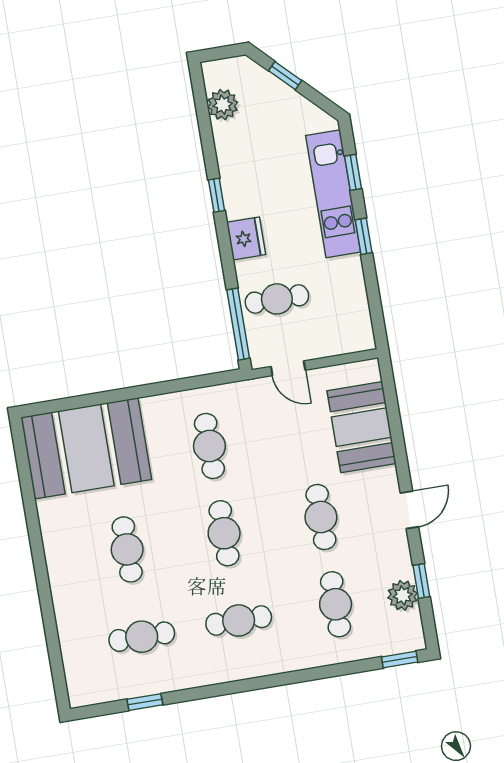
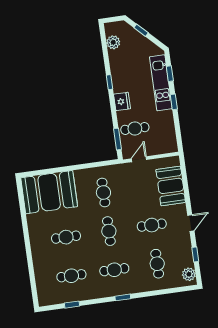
window: (238, 324) -> (117, 139), width x0.69
door: (288, 368) -> (139, 159), swing flipped
cafe table: (321, 517) -> (152, 225), turned 90
cafe table: (127, 549) -> (66, 237), turned 90
plant: (403, 595) -> (189, 274), moved
window: (400, 659) -> (123, 297), moved

